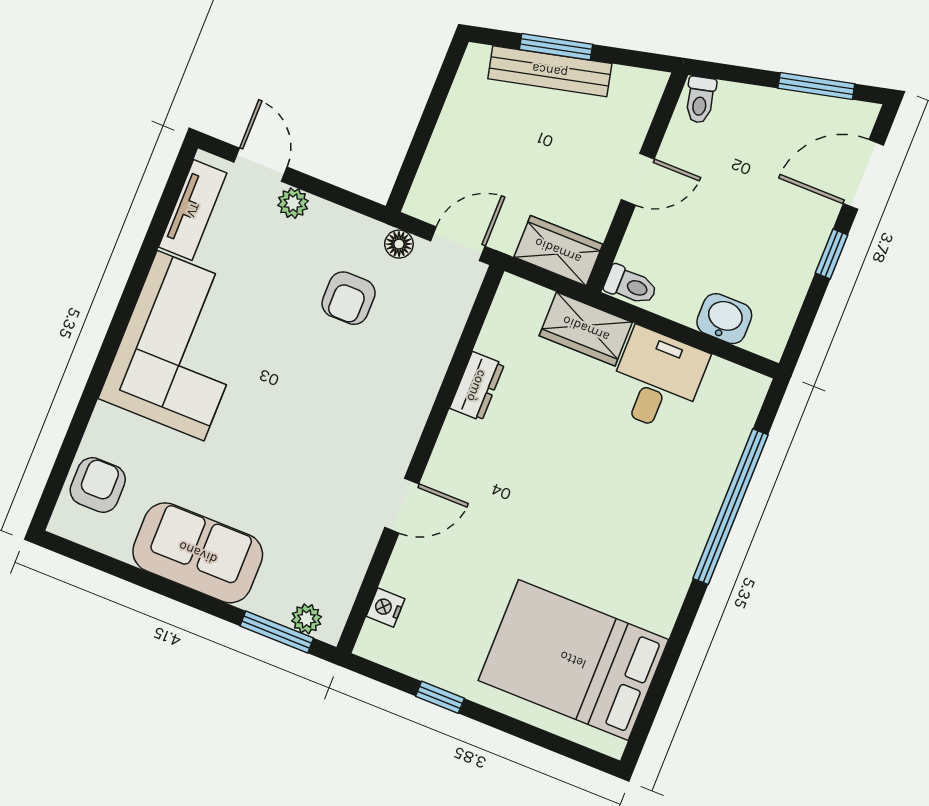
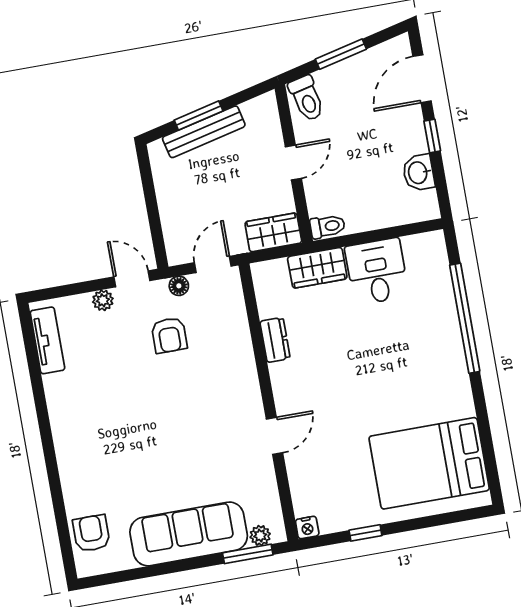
window: (816, 86) -> (341, 54), moved
toilet: (700, 100) -> (307, 98), width x1.37, depth x1.39
door: (260, 165) -> (132, 279), moved
washbasin: (724, 319) -> (419, 173), moved, turned -90
corner sofa: (180, 346) -> (89, 423), removed
sofa: (198, 553) -> (189, 534), width x1.36
nightstand: (386, 608) -> (307, 528), moved, turned -90

